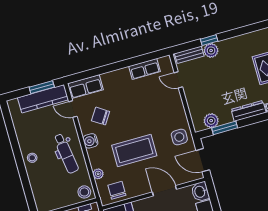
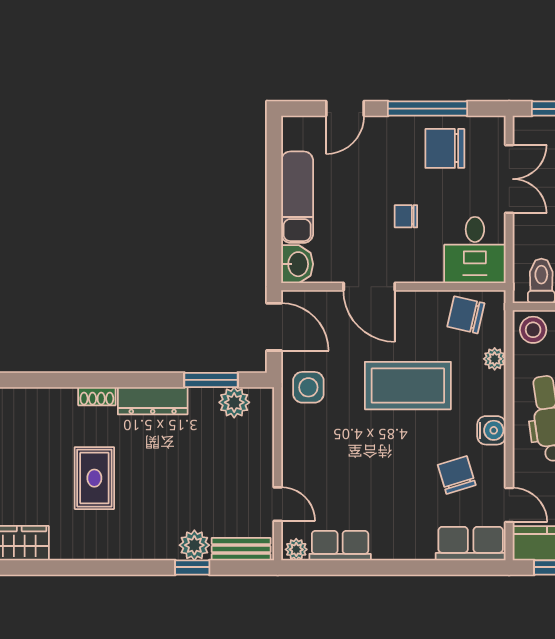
plant: (164, 62) -> (296, 549), added
chair: (101, 116) -> (457, 475), turned -140
chair: (117, 190) -> (466, 315), turned 103

